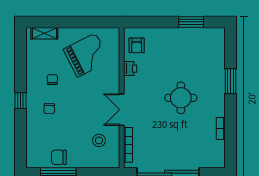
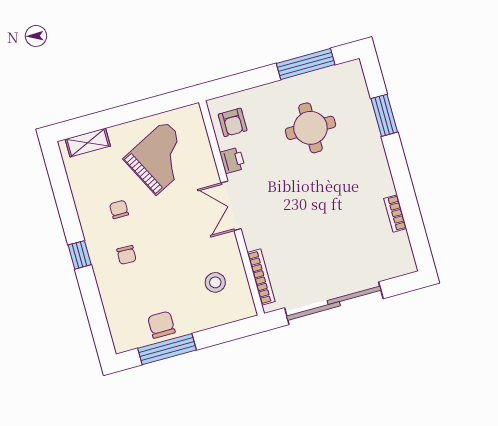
window: (191, 22) -> (306, 64), width x1.44
window: (231, 81) -> (384, 115), moved
round table: (181, 98) -> (310, 128), moved
double door: (122, 110) -> (231, 206), moved
chair: (59, 157) -> (161, 325), turned 90

